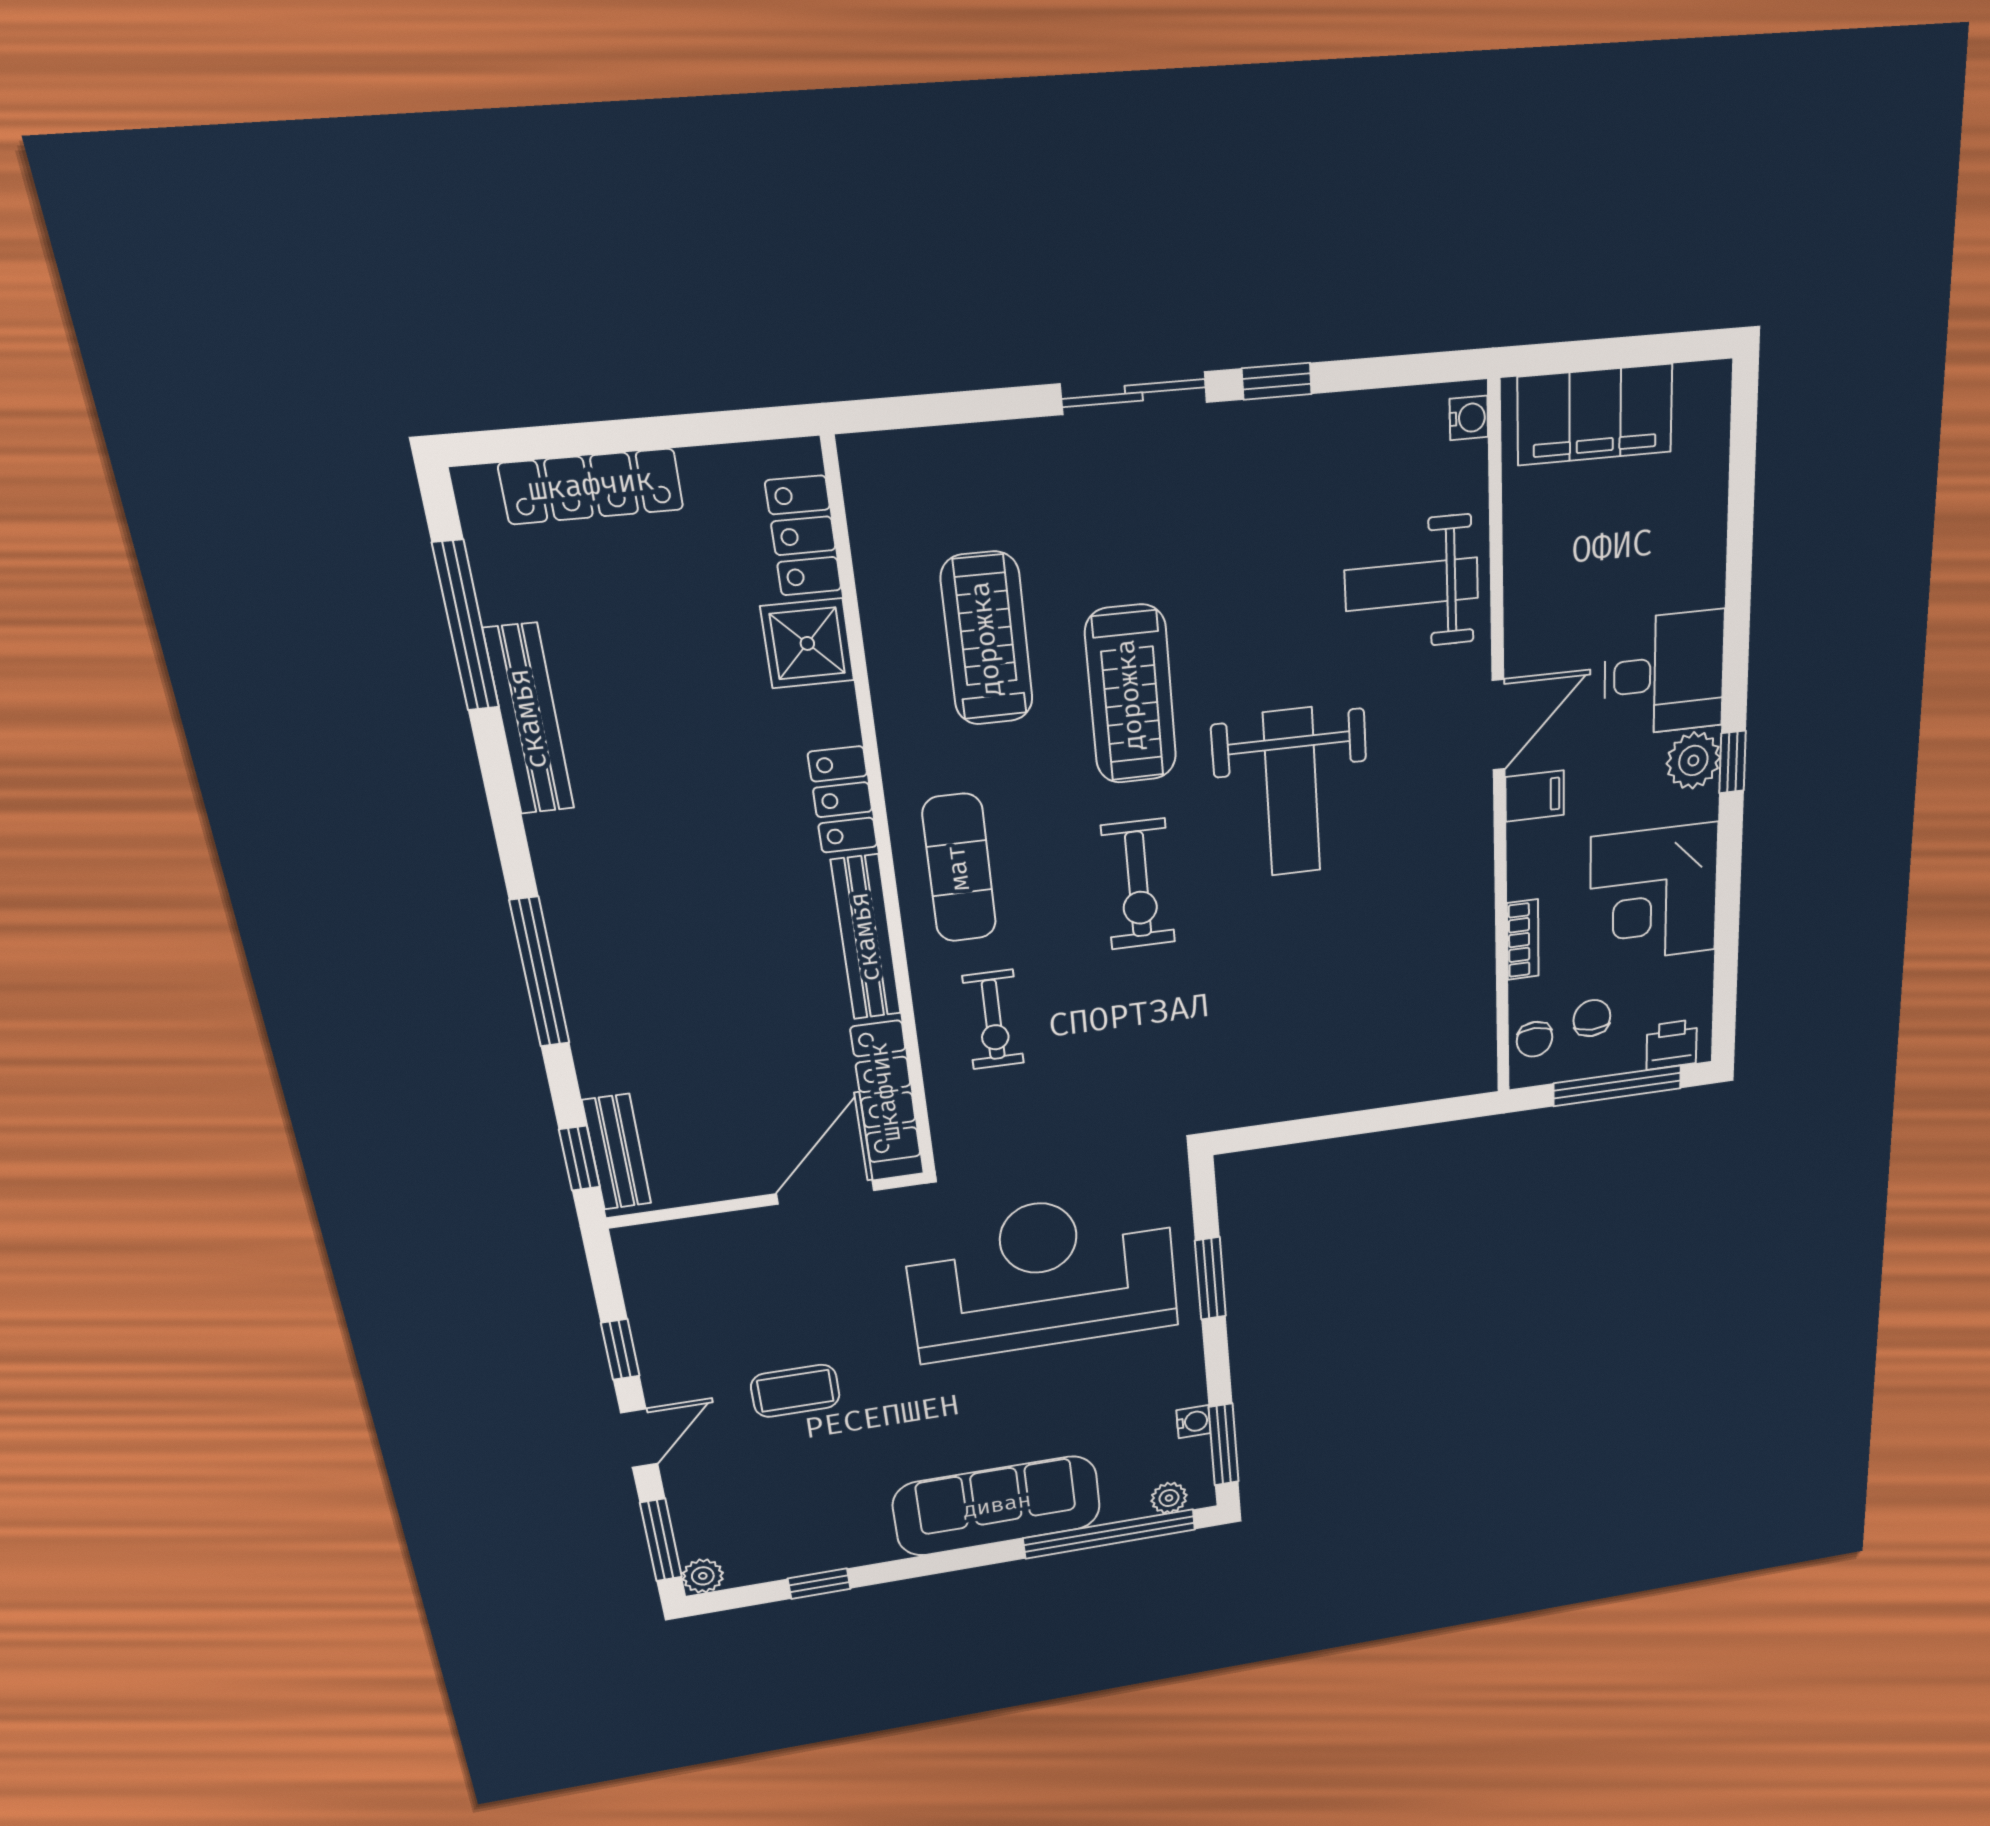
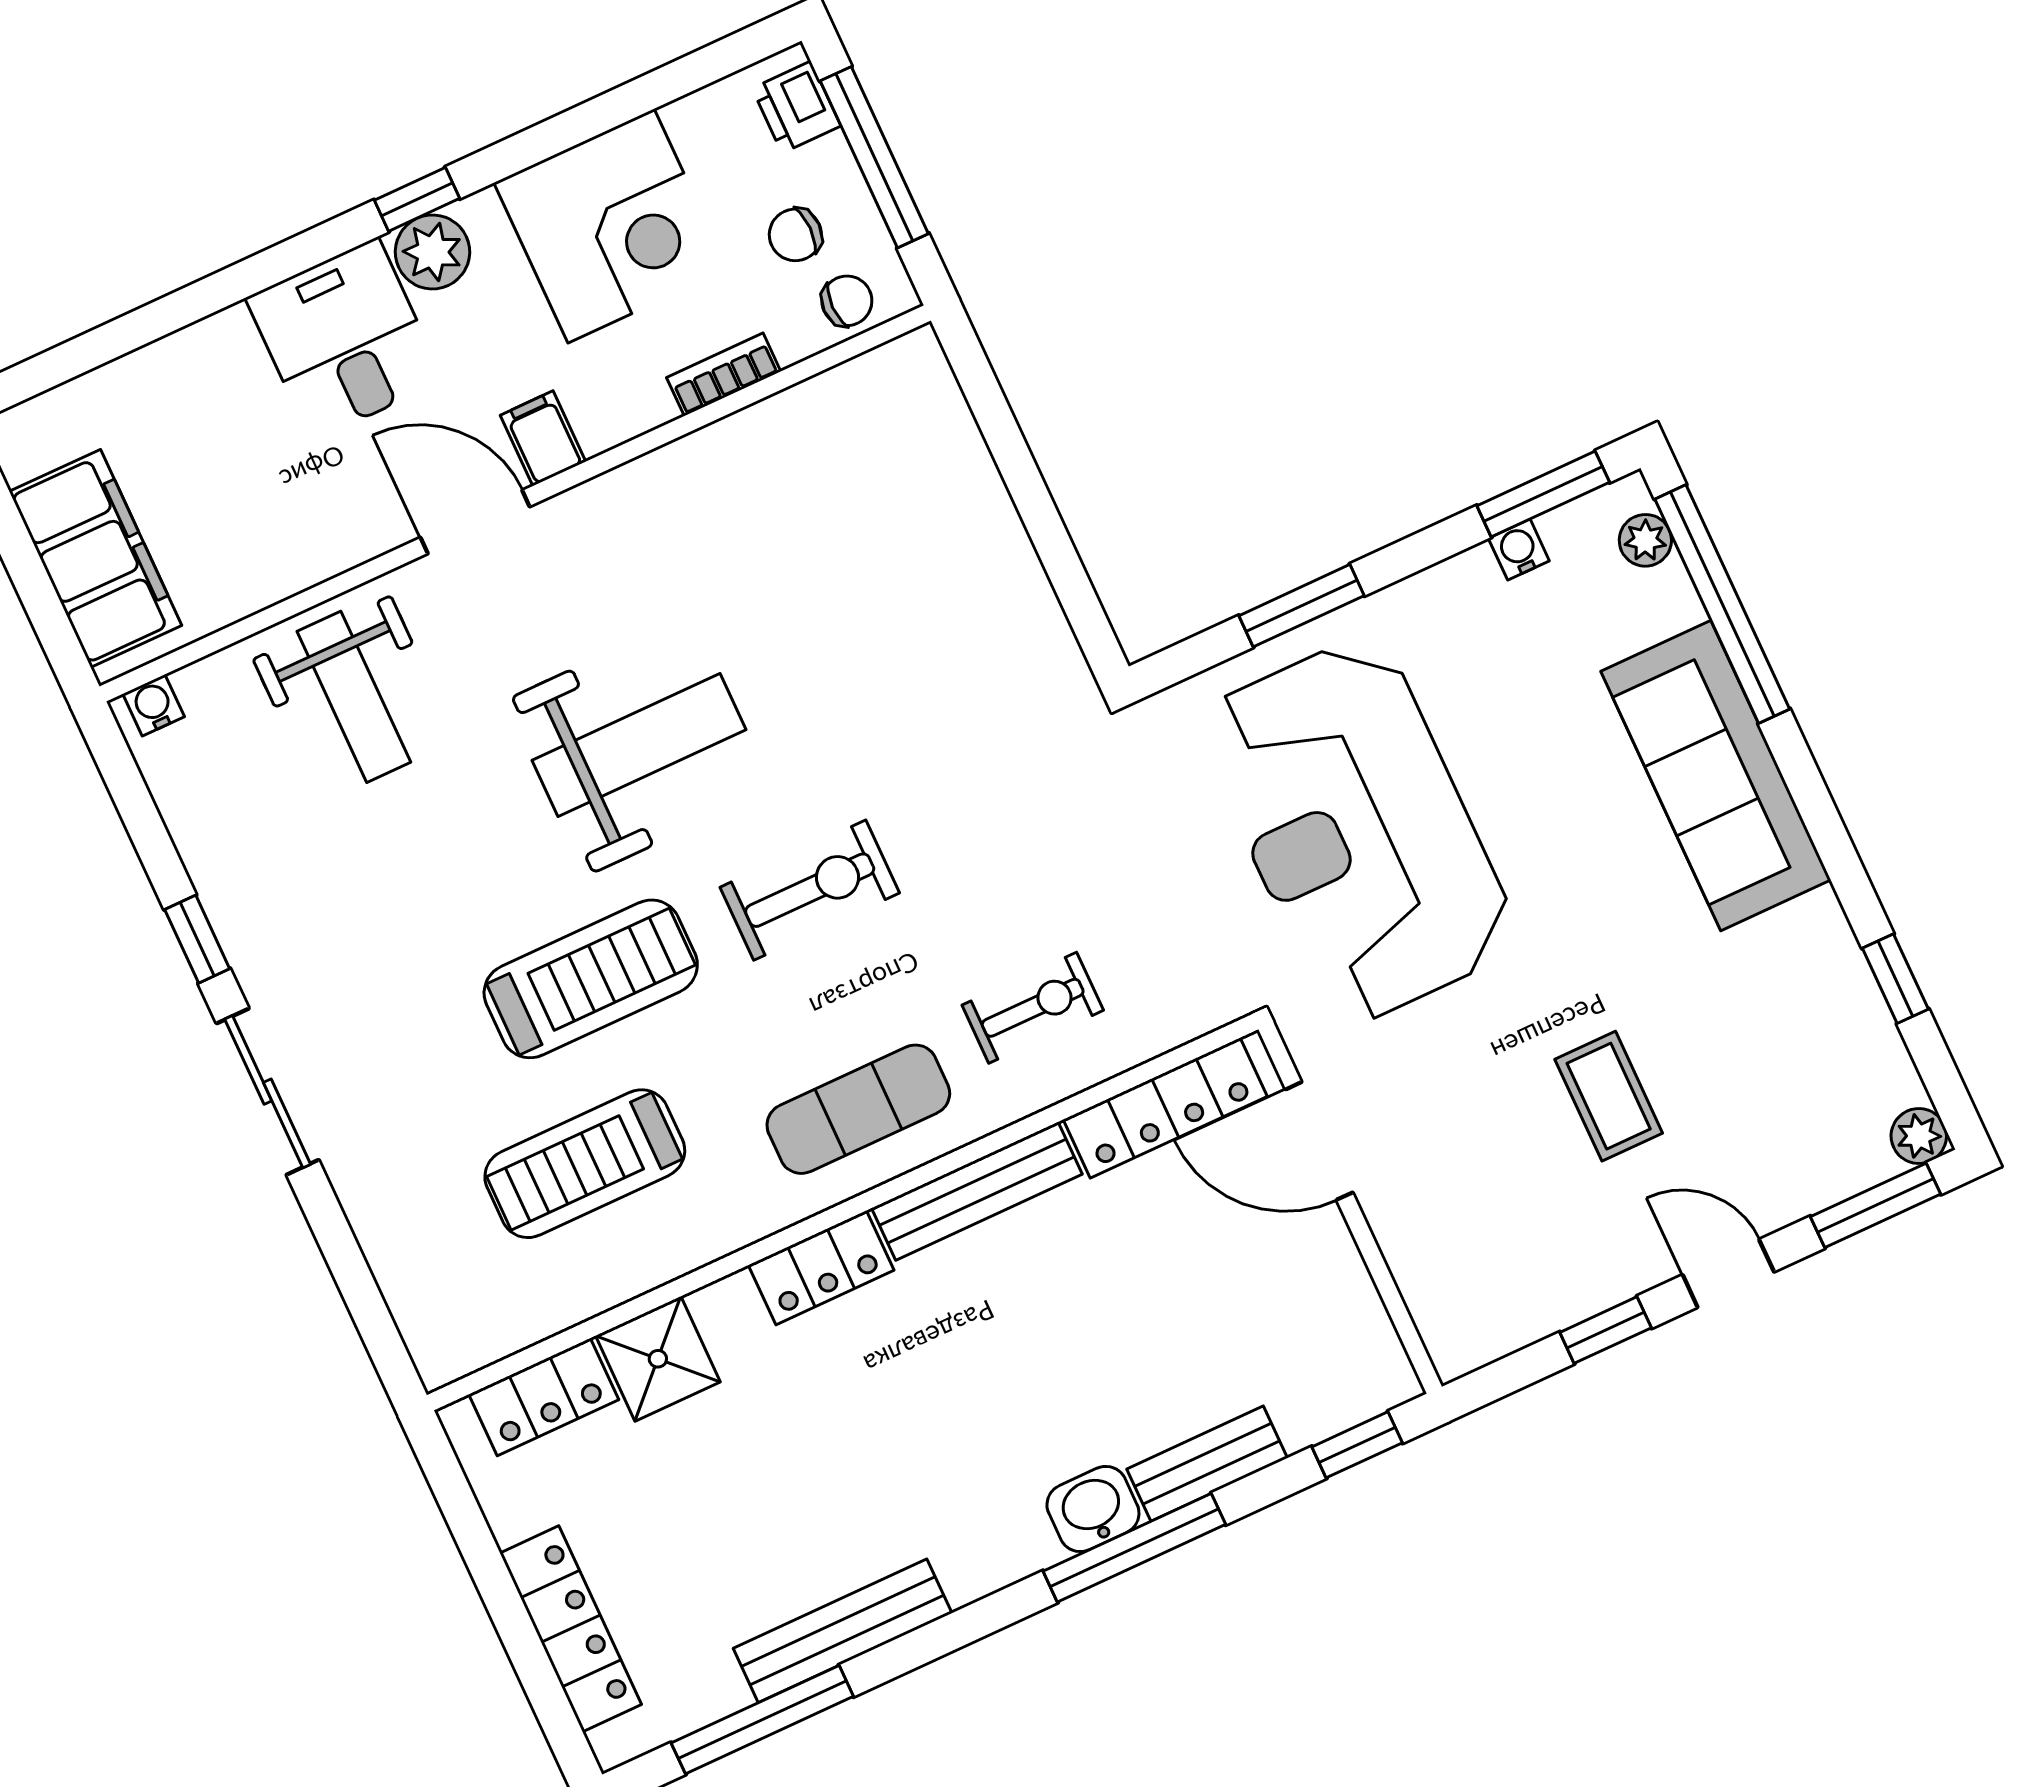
washbasin: (581, 950) -> (1093, 1509), added
bench: (617, 1152) -> (1207, 1464), moved

